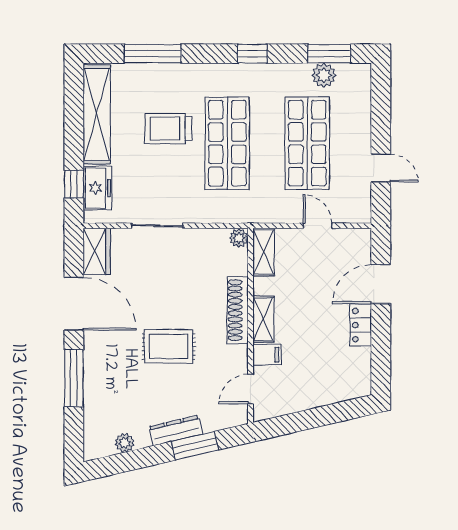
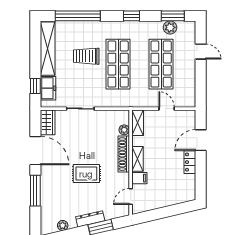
window: (153, 54) -> (78, 16), width x1.46
door: (381, 168) -> (201, 51), moved
plant: (239, 238) -> (124, 130), moved

